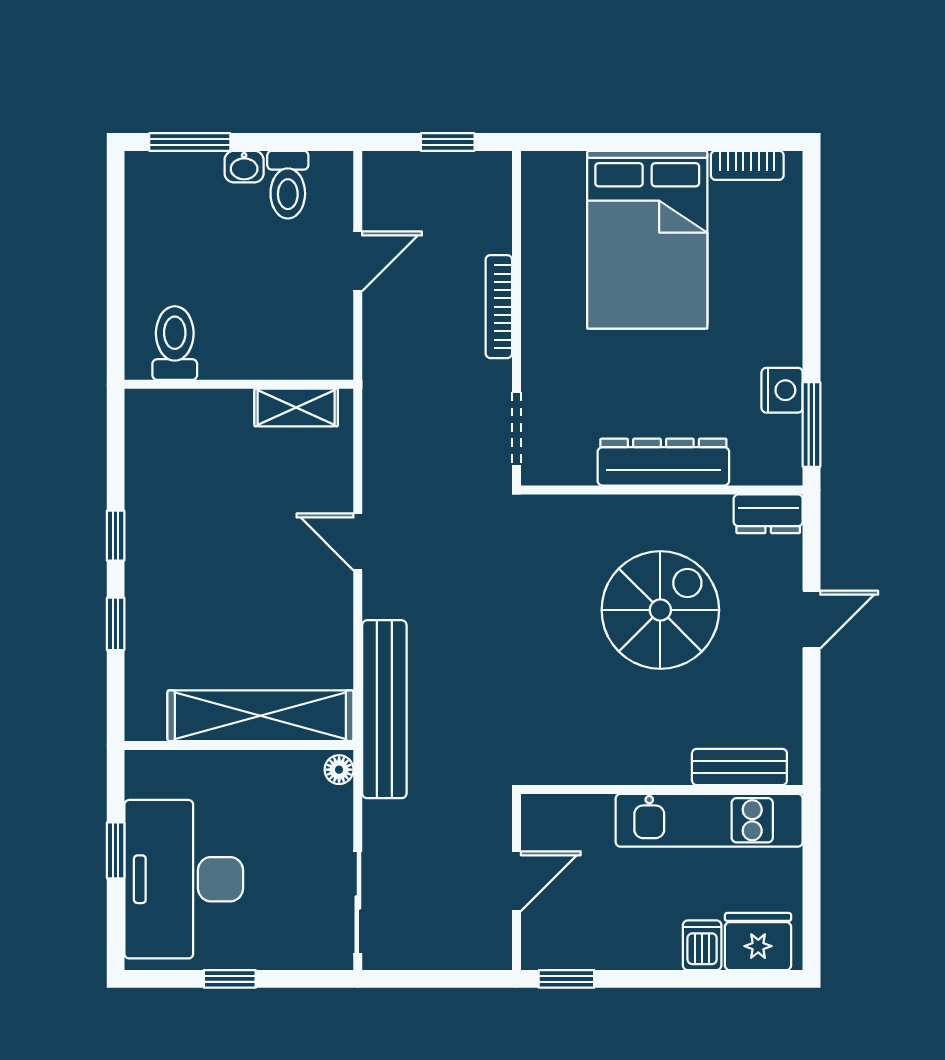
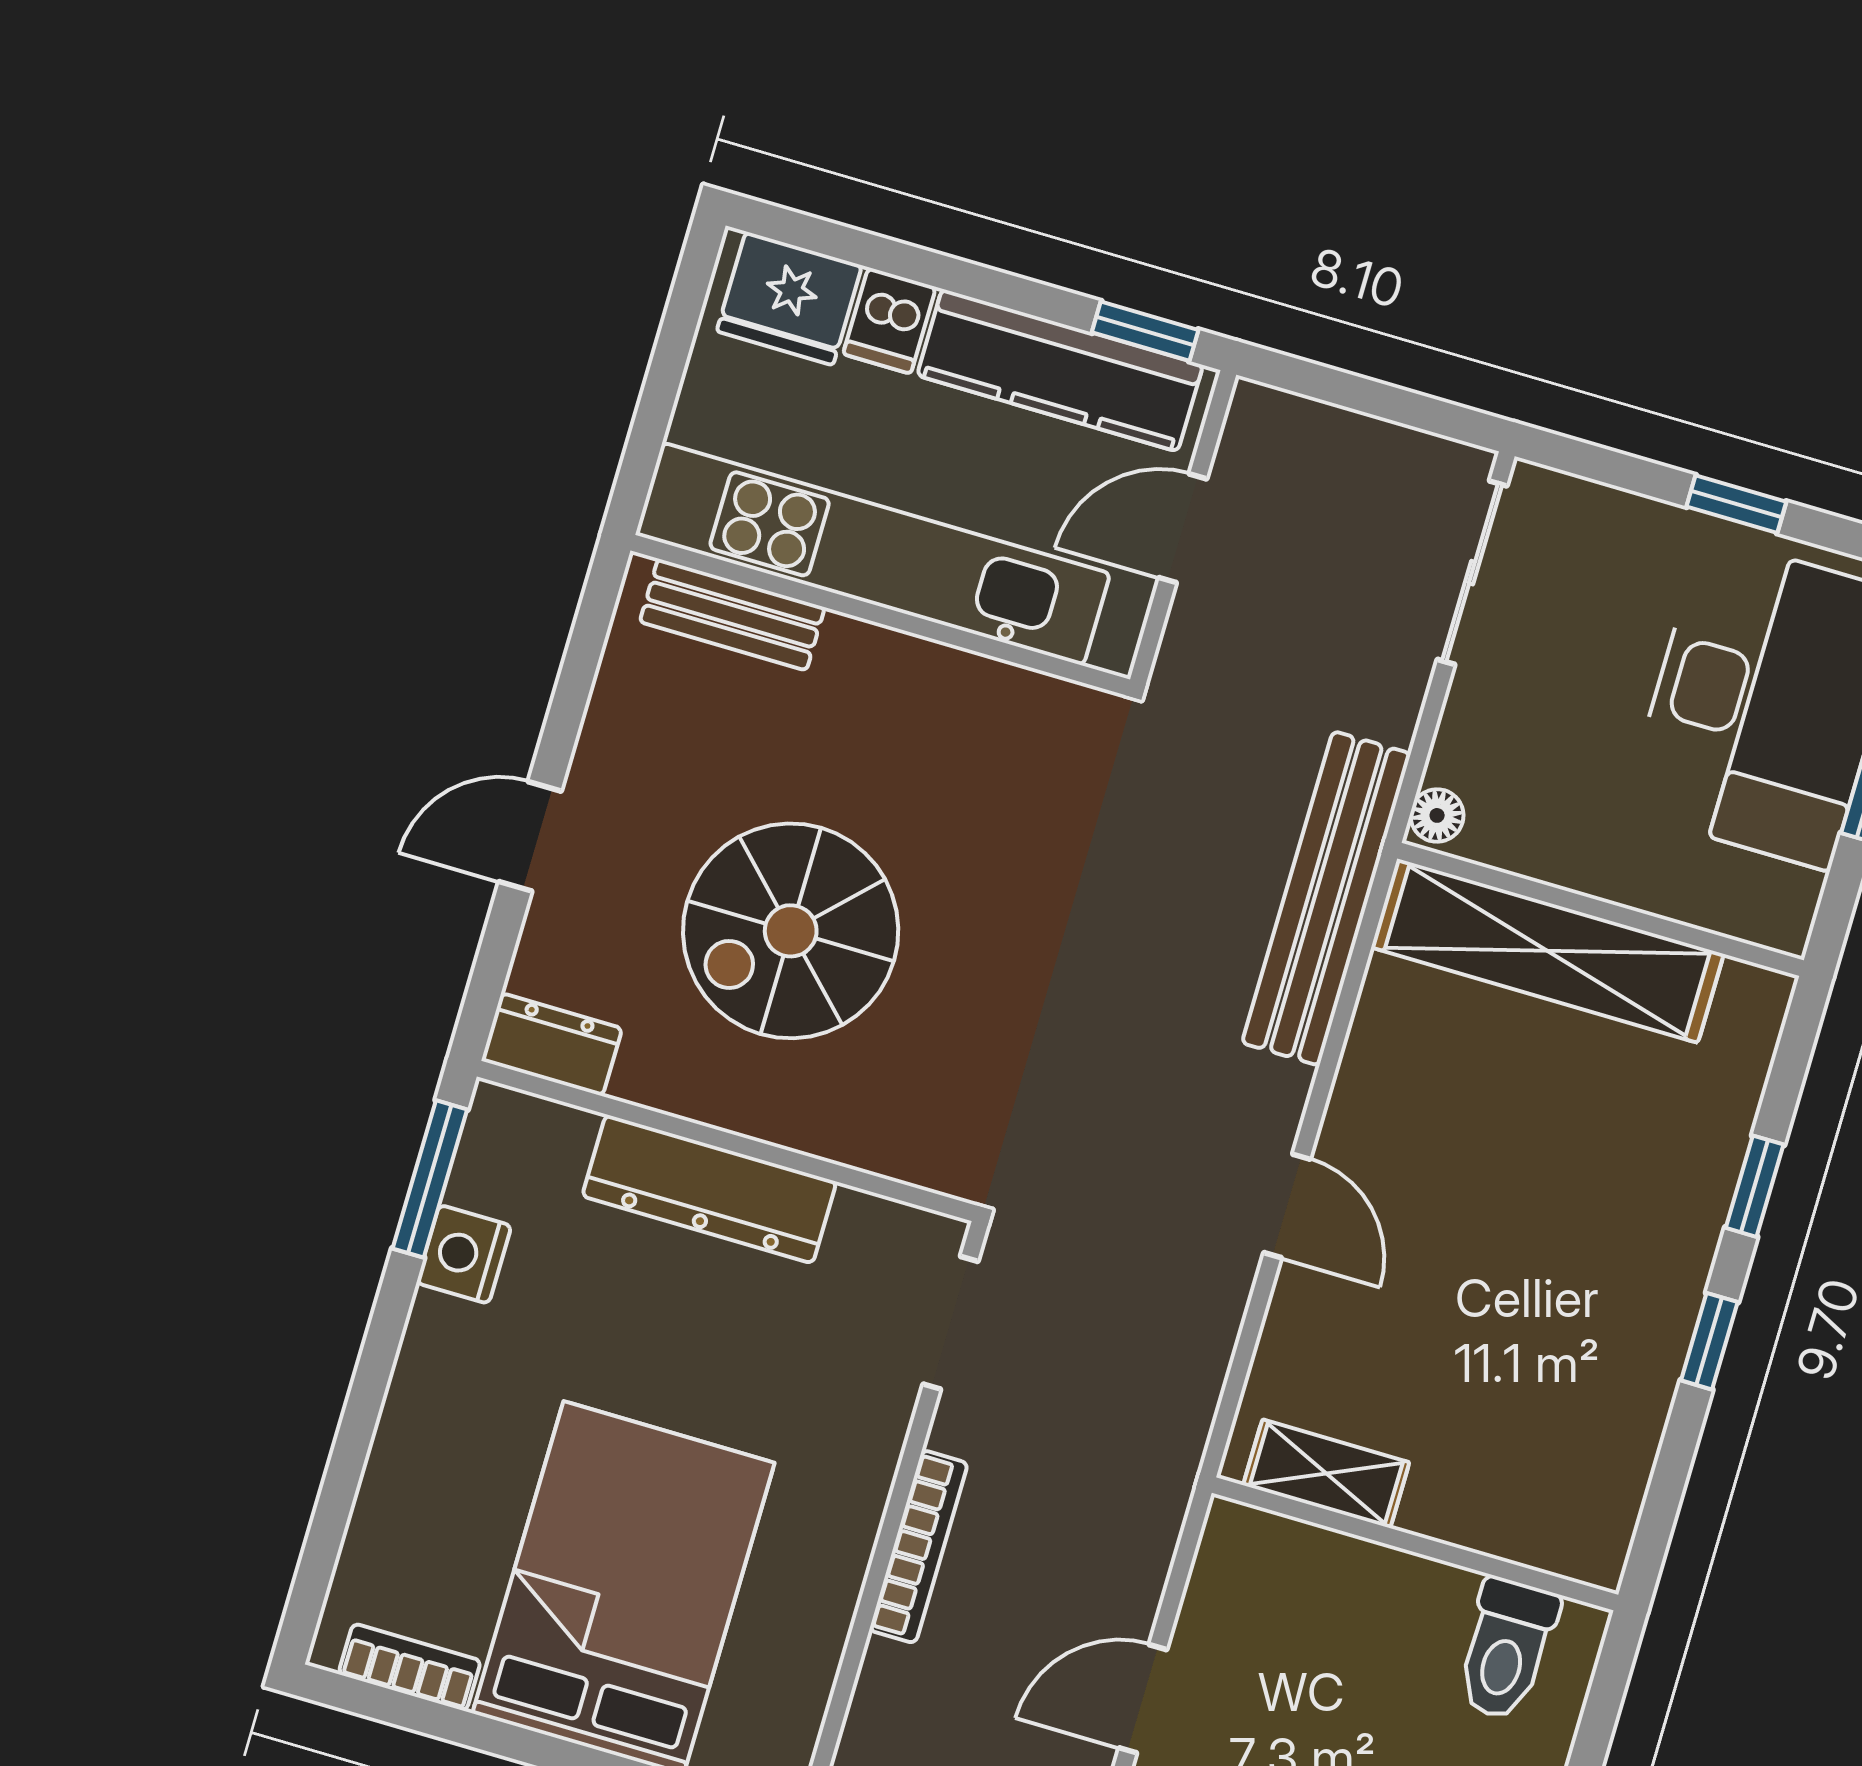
kitchen unit: (709, 820) -> (873, 554), width x1.36
kitchen counter: (605, 945) -> (1060, 370), added

